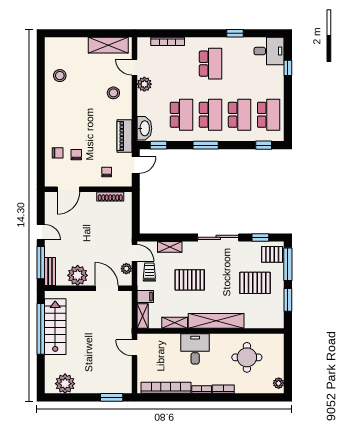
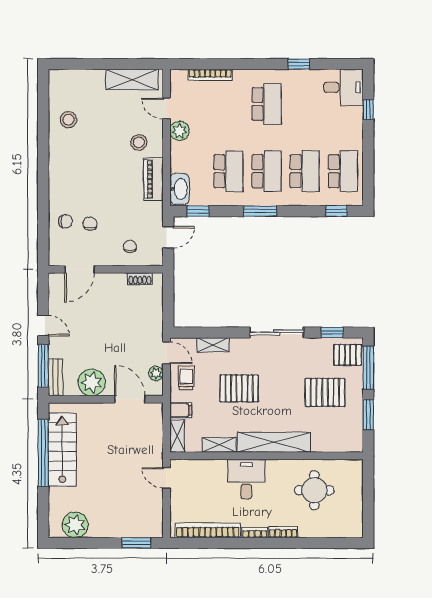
piano: (125, 136) -> (153, 179), moved
shoe rack: (110, 196) -> (140, 279), width x0.70
plant: (279, 383) -> (356, 524), removed

